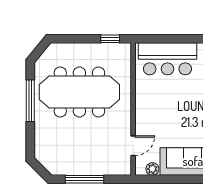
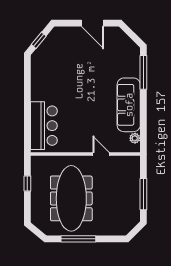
window: (110, 39) -> (27, 184), moved
door: (133, 146) -> (101, 154), moved

